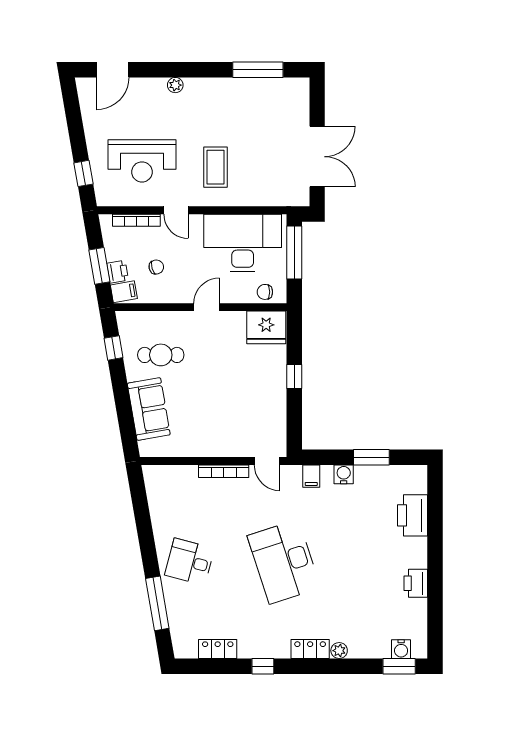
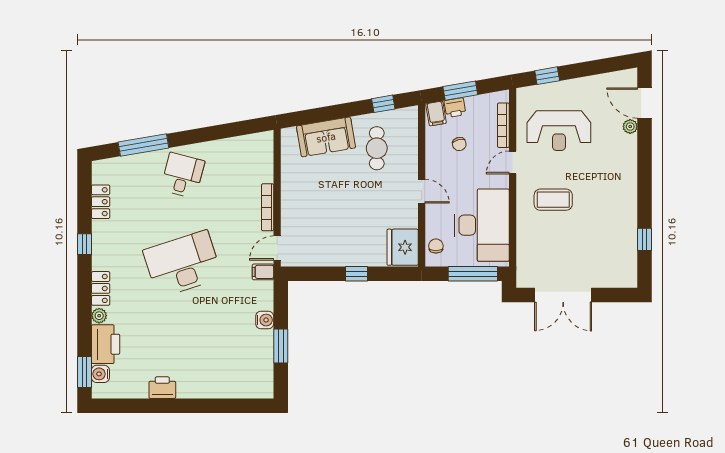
window: (258, 70) -> (645, 239), width x0.46
plant: (175, 85) -> (630, 126), moved
reception desk: (142, 161) -> (559, 131), turned -90
filing cabinet: (311, 476) -> (263, 272), moved
printer: (412, 515) -> (106, 344), moved, turned 90

